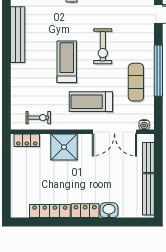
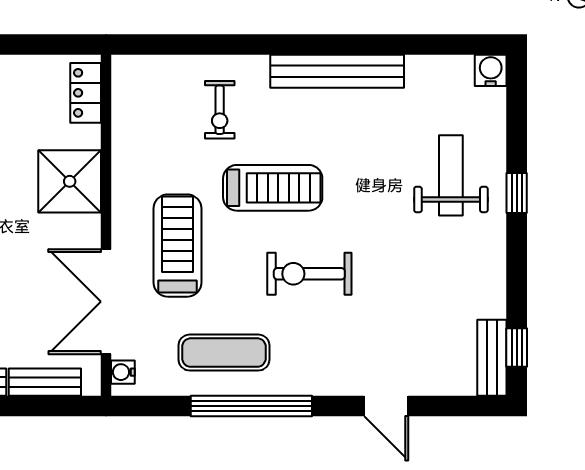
exercise bike: (38, 118) -> (220, 110), moved

